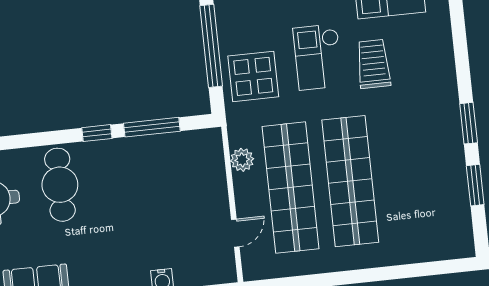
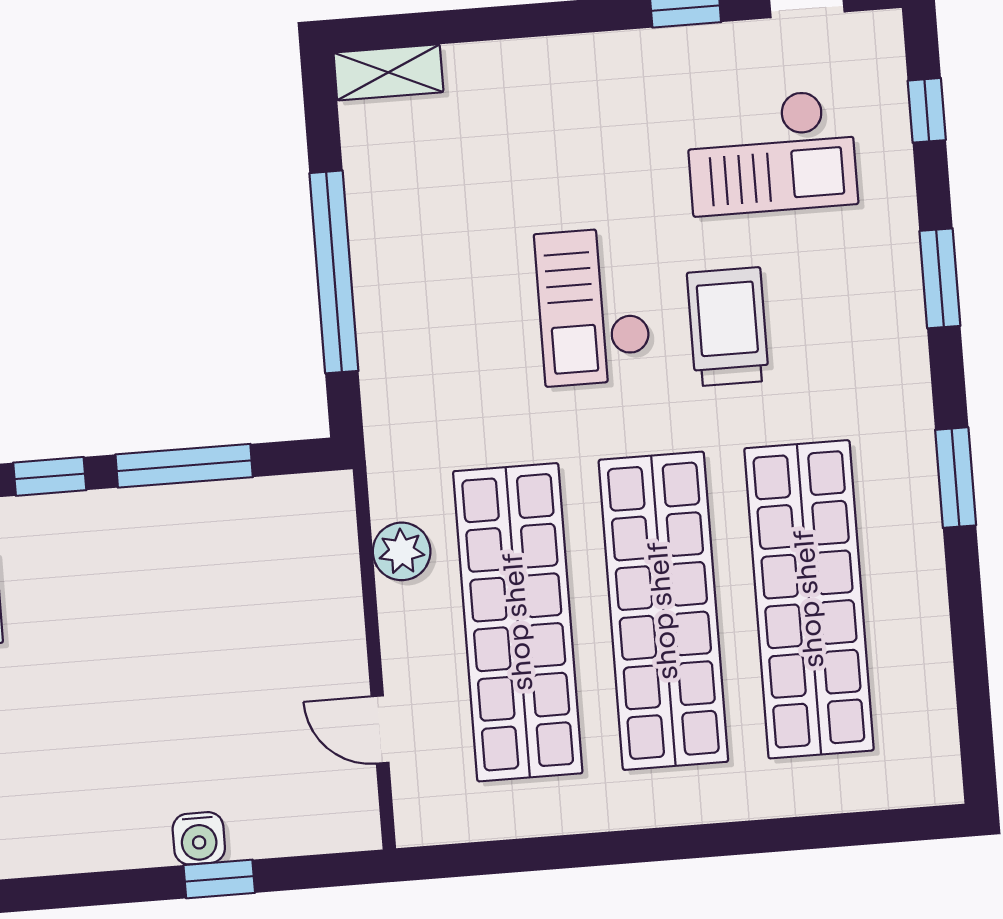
display table: (253, 76) -> (434, 349), removed
shop shelf: (410, 175) -> (809, 599), added
window: (475, 185) -> (940, 278), moved
door: (235, 233) -> (380, 730), swing flipped

